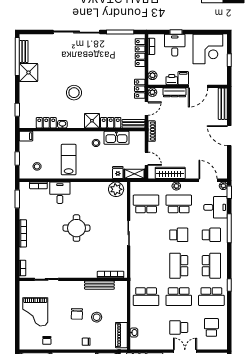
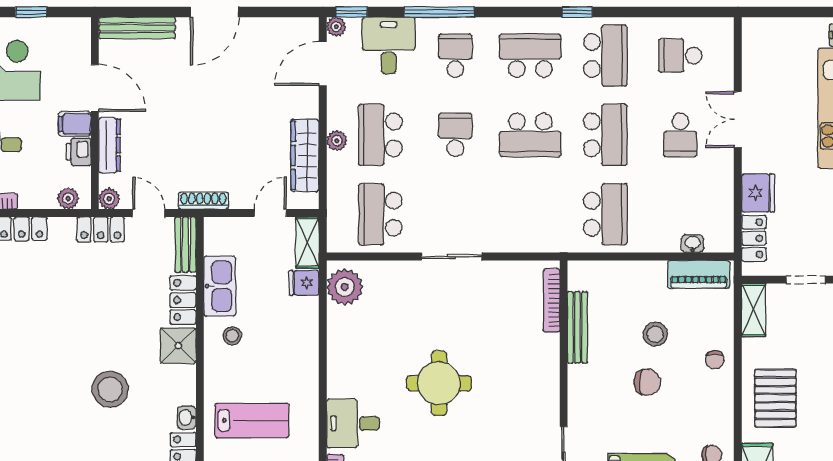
lab bench: (69, 160) -> (252, 420), moved, turned 180

